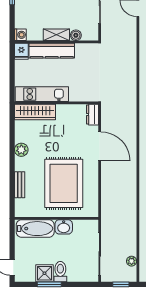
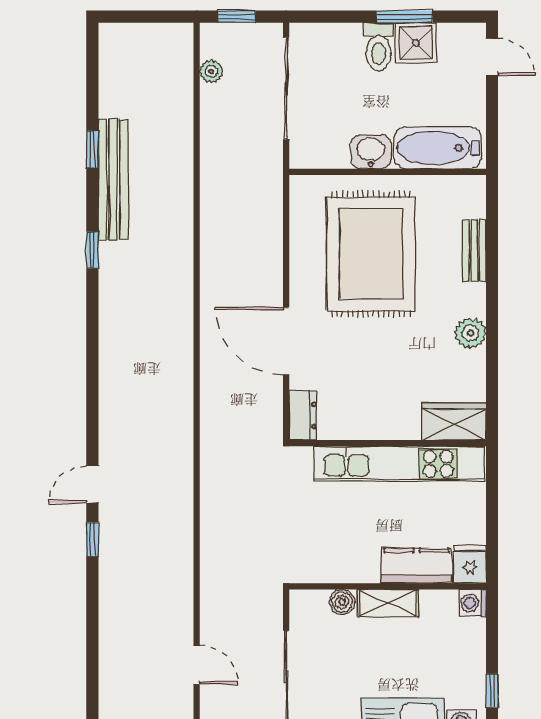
kitchen counter: (52, 51) -> (417, 566), width x0.67
kitchen unit: (42, 94) -> (399, 464), width x1.36
wardrobe: (35, 112) -> (454, 422), width x0.67

